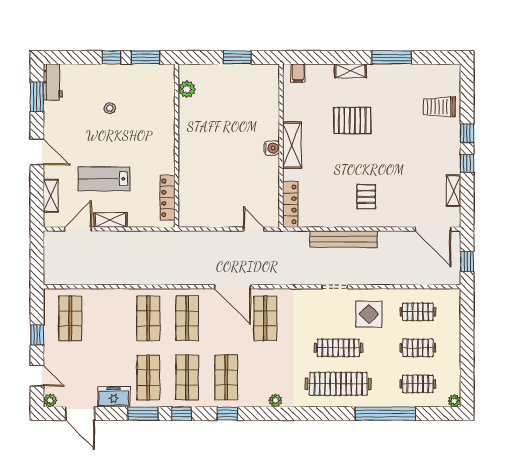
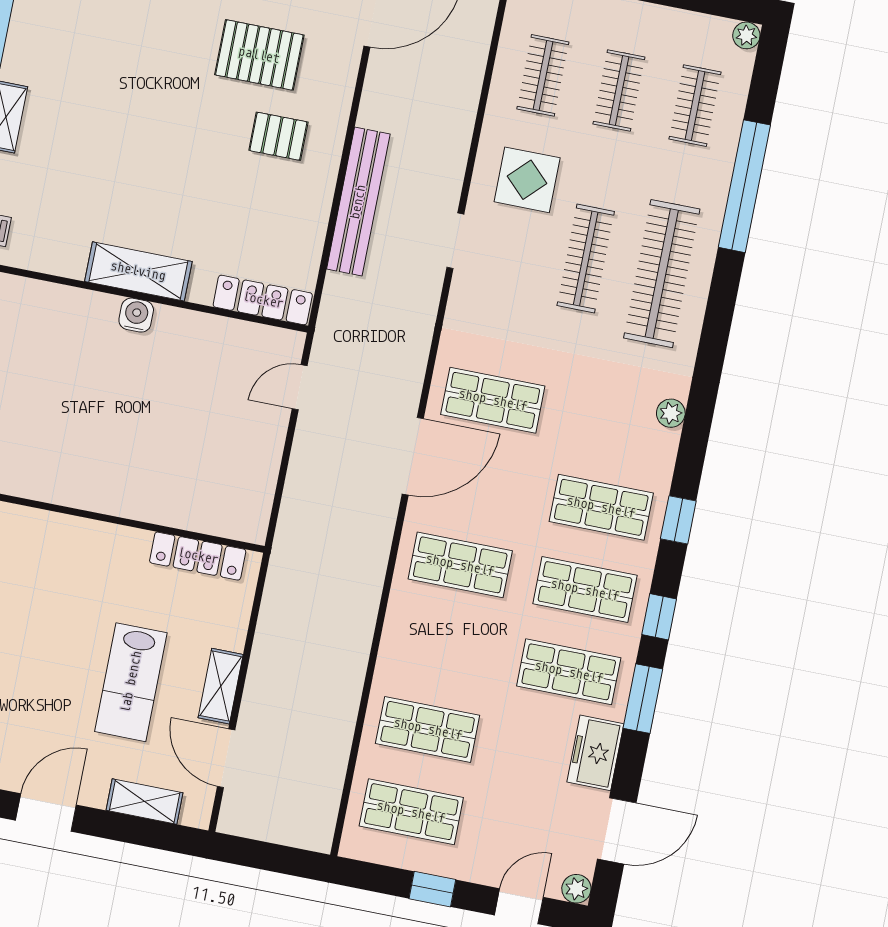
pallet: (352, 121) -> (259, 55), moved, turned 90
shop shelf: (148, 318) -> (428, 729), moved

